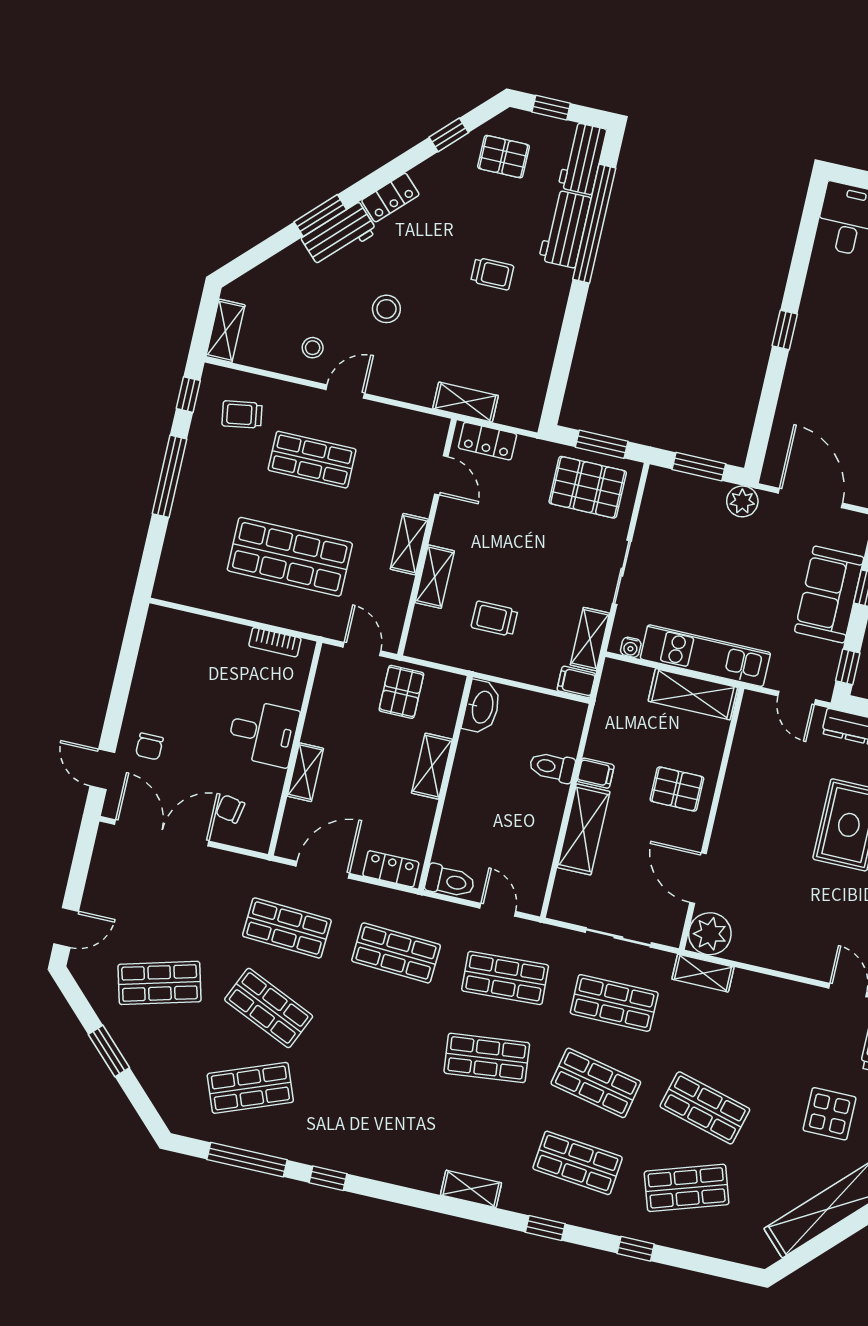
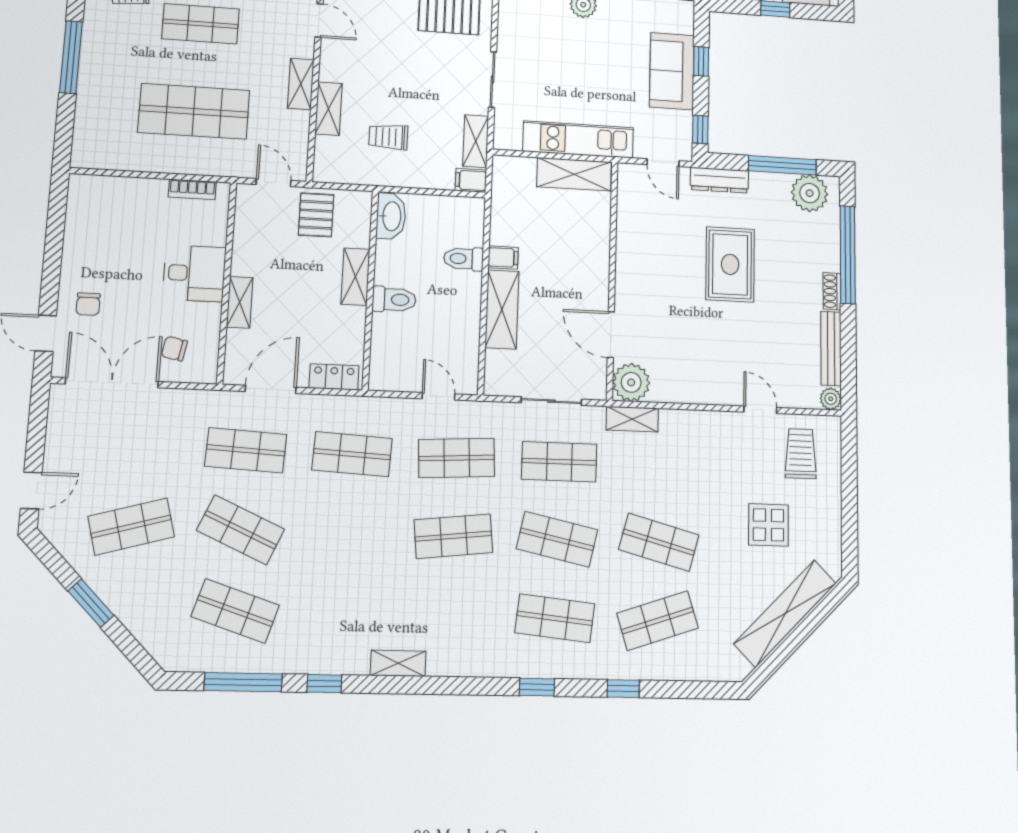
water cooler: (631, 647) -> (513, 143), removed
pallet: (677, 789) -> (577, 259), removed
toilet: (450, 881) -> (394, 300), moved
shop shelf: (250, 1088) -> (235, 611), turned 39
shelving: (471, 1189) -> (398, 663), moved

